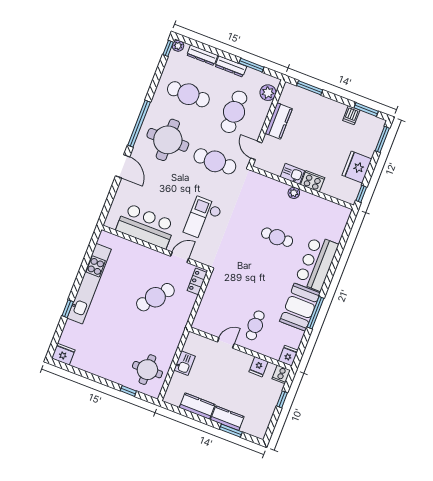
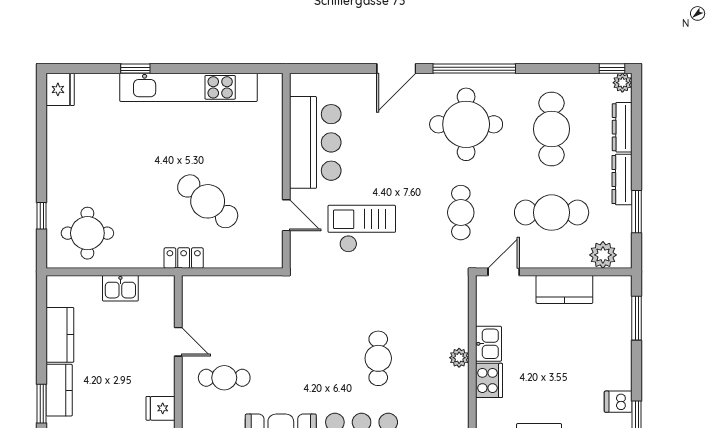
cafe table: (215, 161) -> (461, 213), width x0.73, depth x0.74
locker: (197, 281) -> (184, 258), moved

